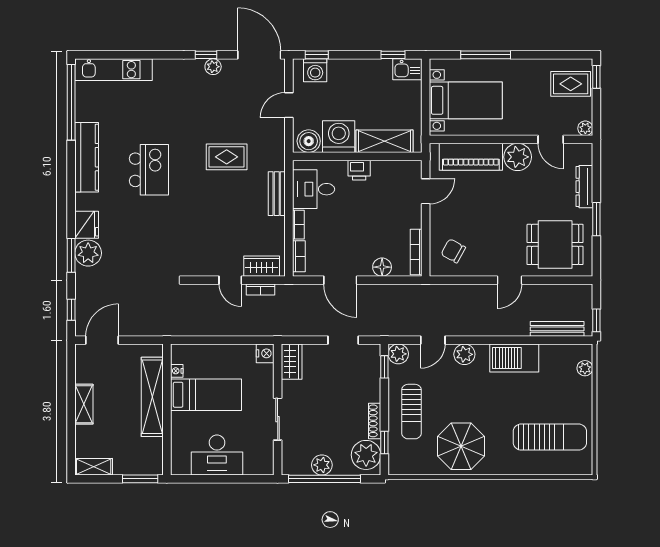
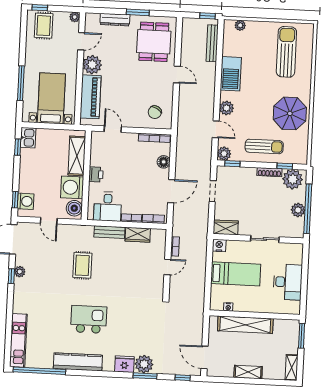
wardrobe: (262, 266) -> (138, 235), moved, turned -90
bed: (206, 395) -> (236, 274), moved, turned 90

